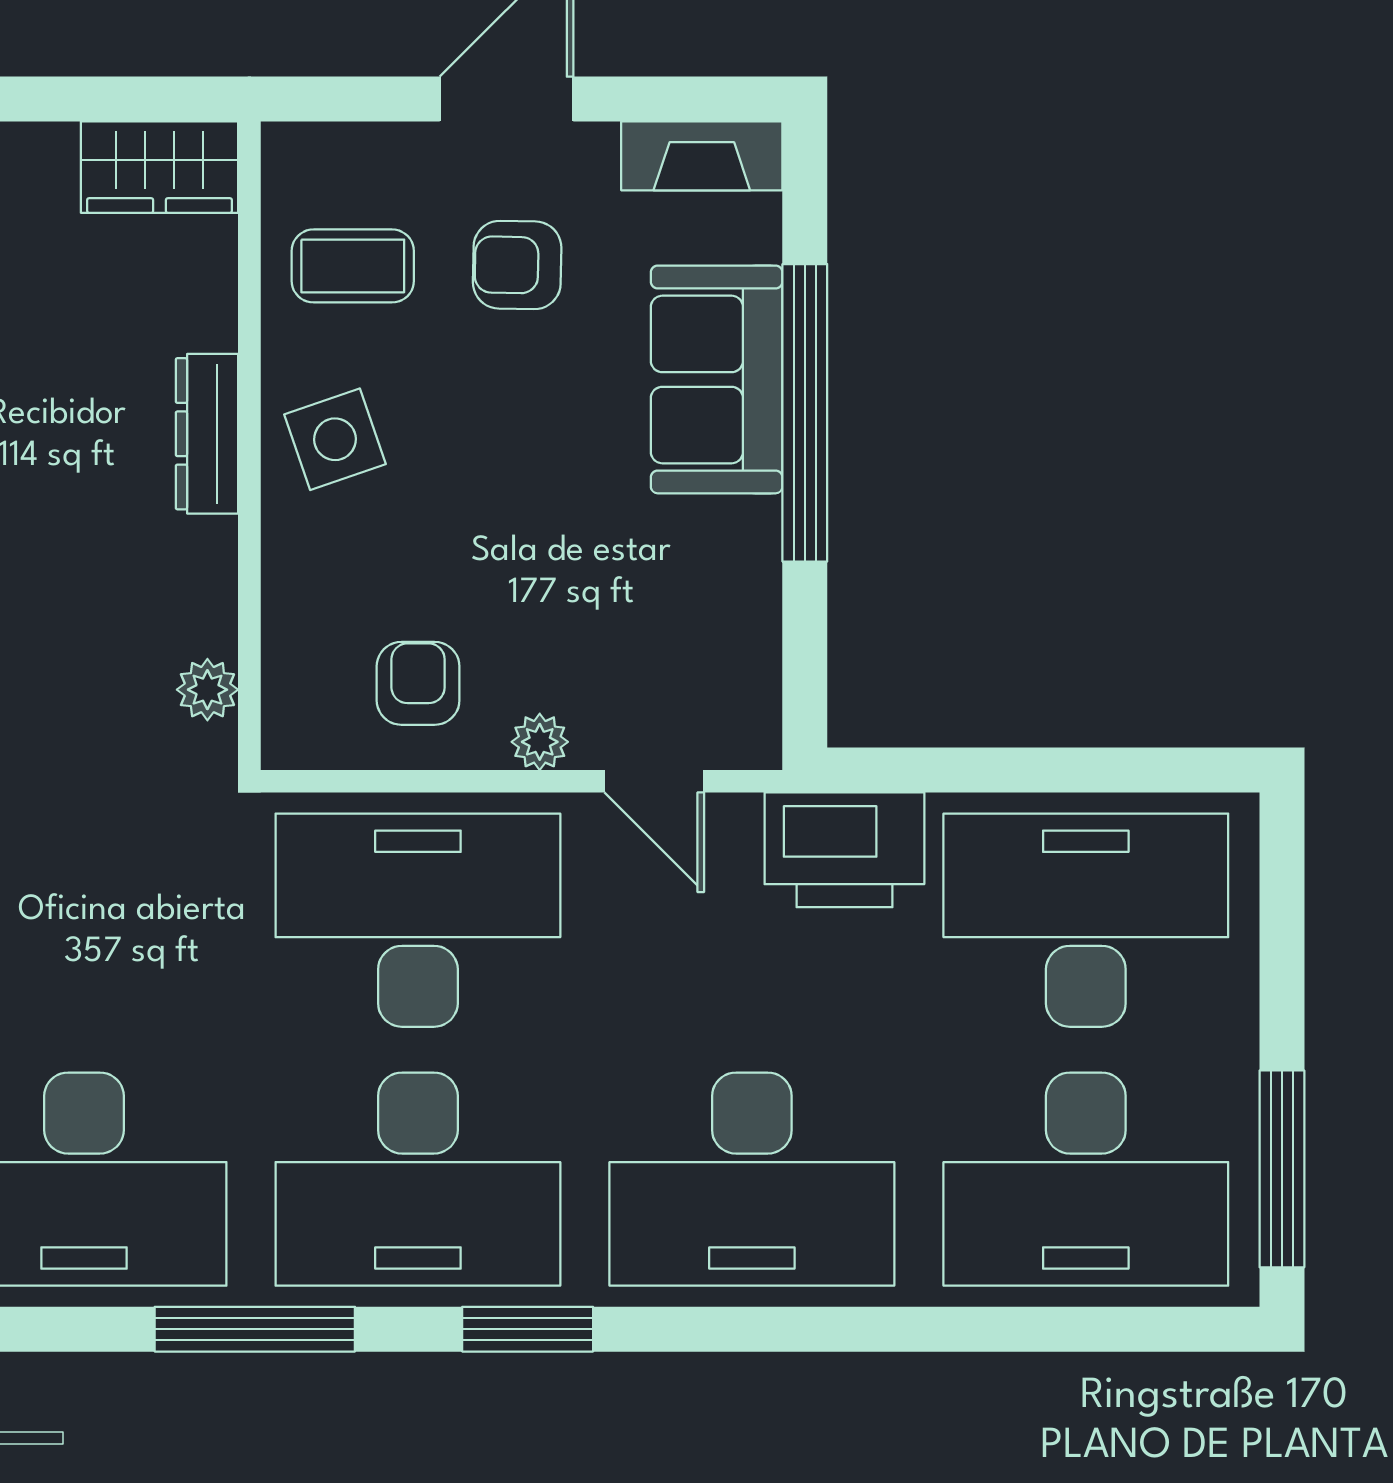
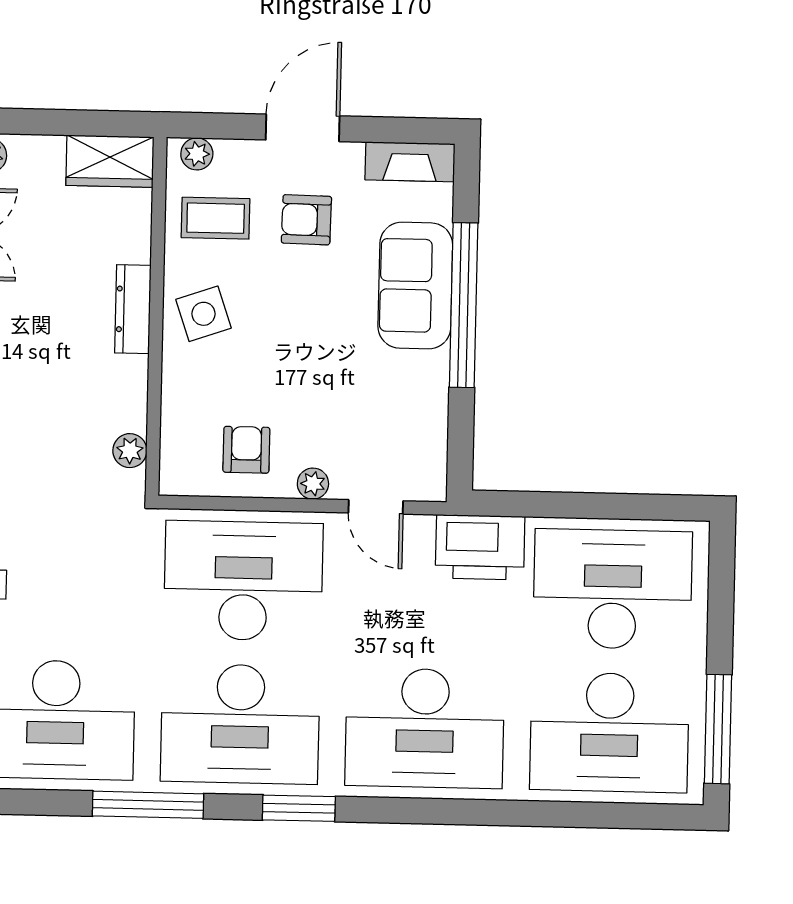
plant: (316, 151) -> (197, 154), added

